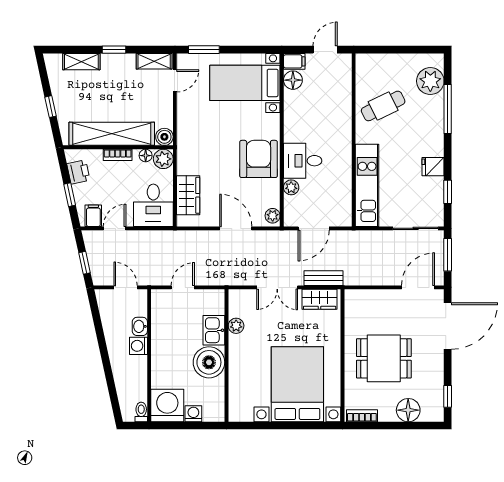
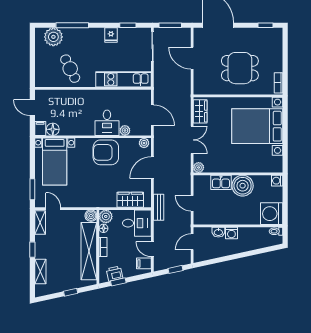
window: (70, 195) -> (118, 282), moved
bench: (323, 278) -> (159, 207), moved
door: (418, 287) -> (192, 58), moved
plant: (236, 326) -> (199, 167), moved
dining table: (384, 358) -> (240, 68), turned 90
floor lamp: (408, 410) -> (275, 52), removed
washing machine: (193, 414) -> (277, 181), moved

